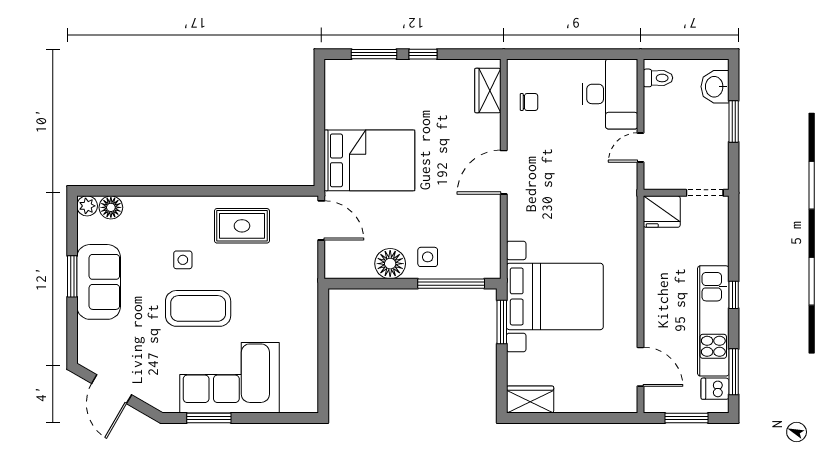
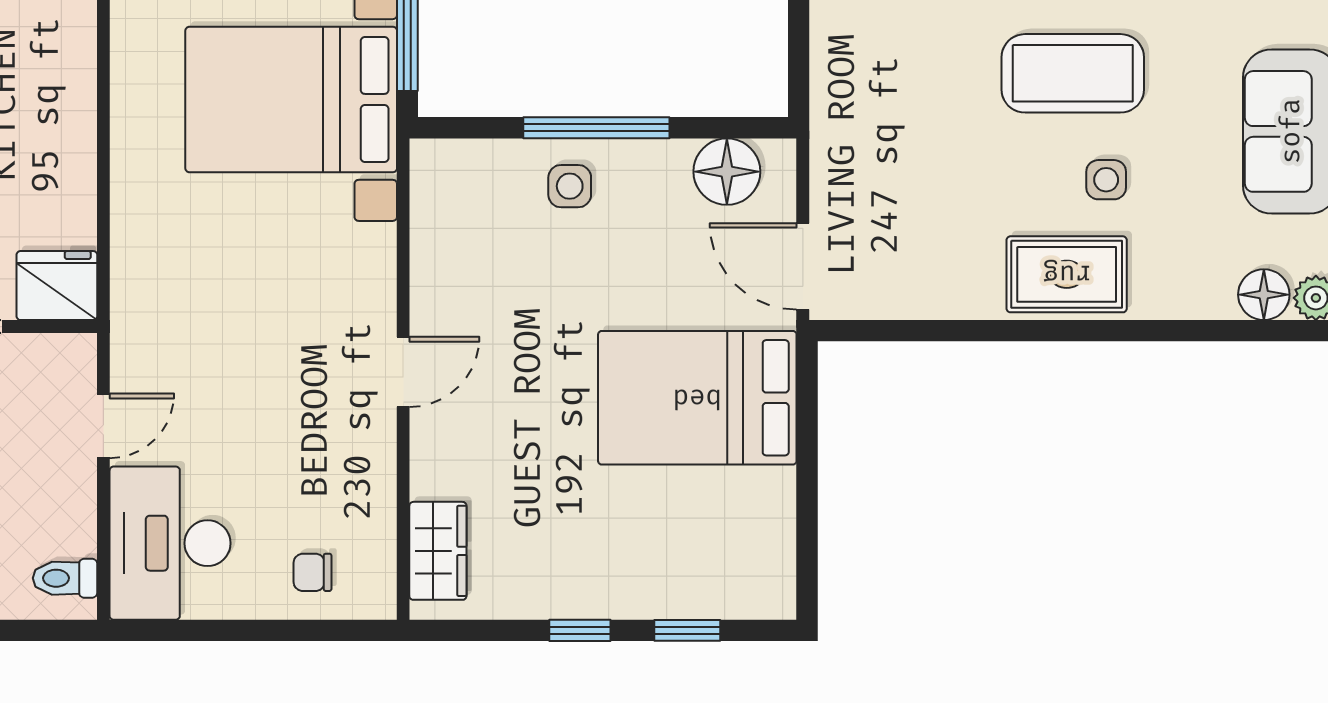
window: (374, 54) -> (687, 630), width x0.67
chair: (529, 102) -> (313, 572), moved
door: (504, 172) -> (403, 372), width x0.73
rug: (242, 226) -> (1067, 274), moved
floor lamp: (390, 264) -> (727, 172), moved
window: (451, 284) -> (596, 128), moved

